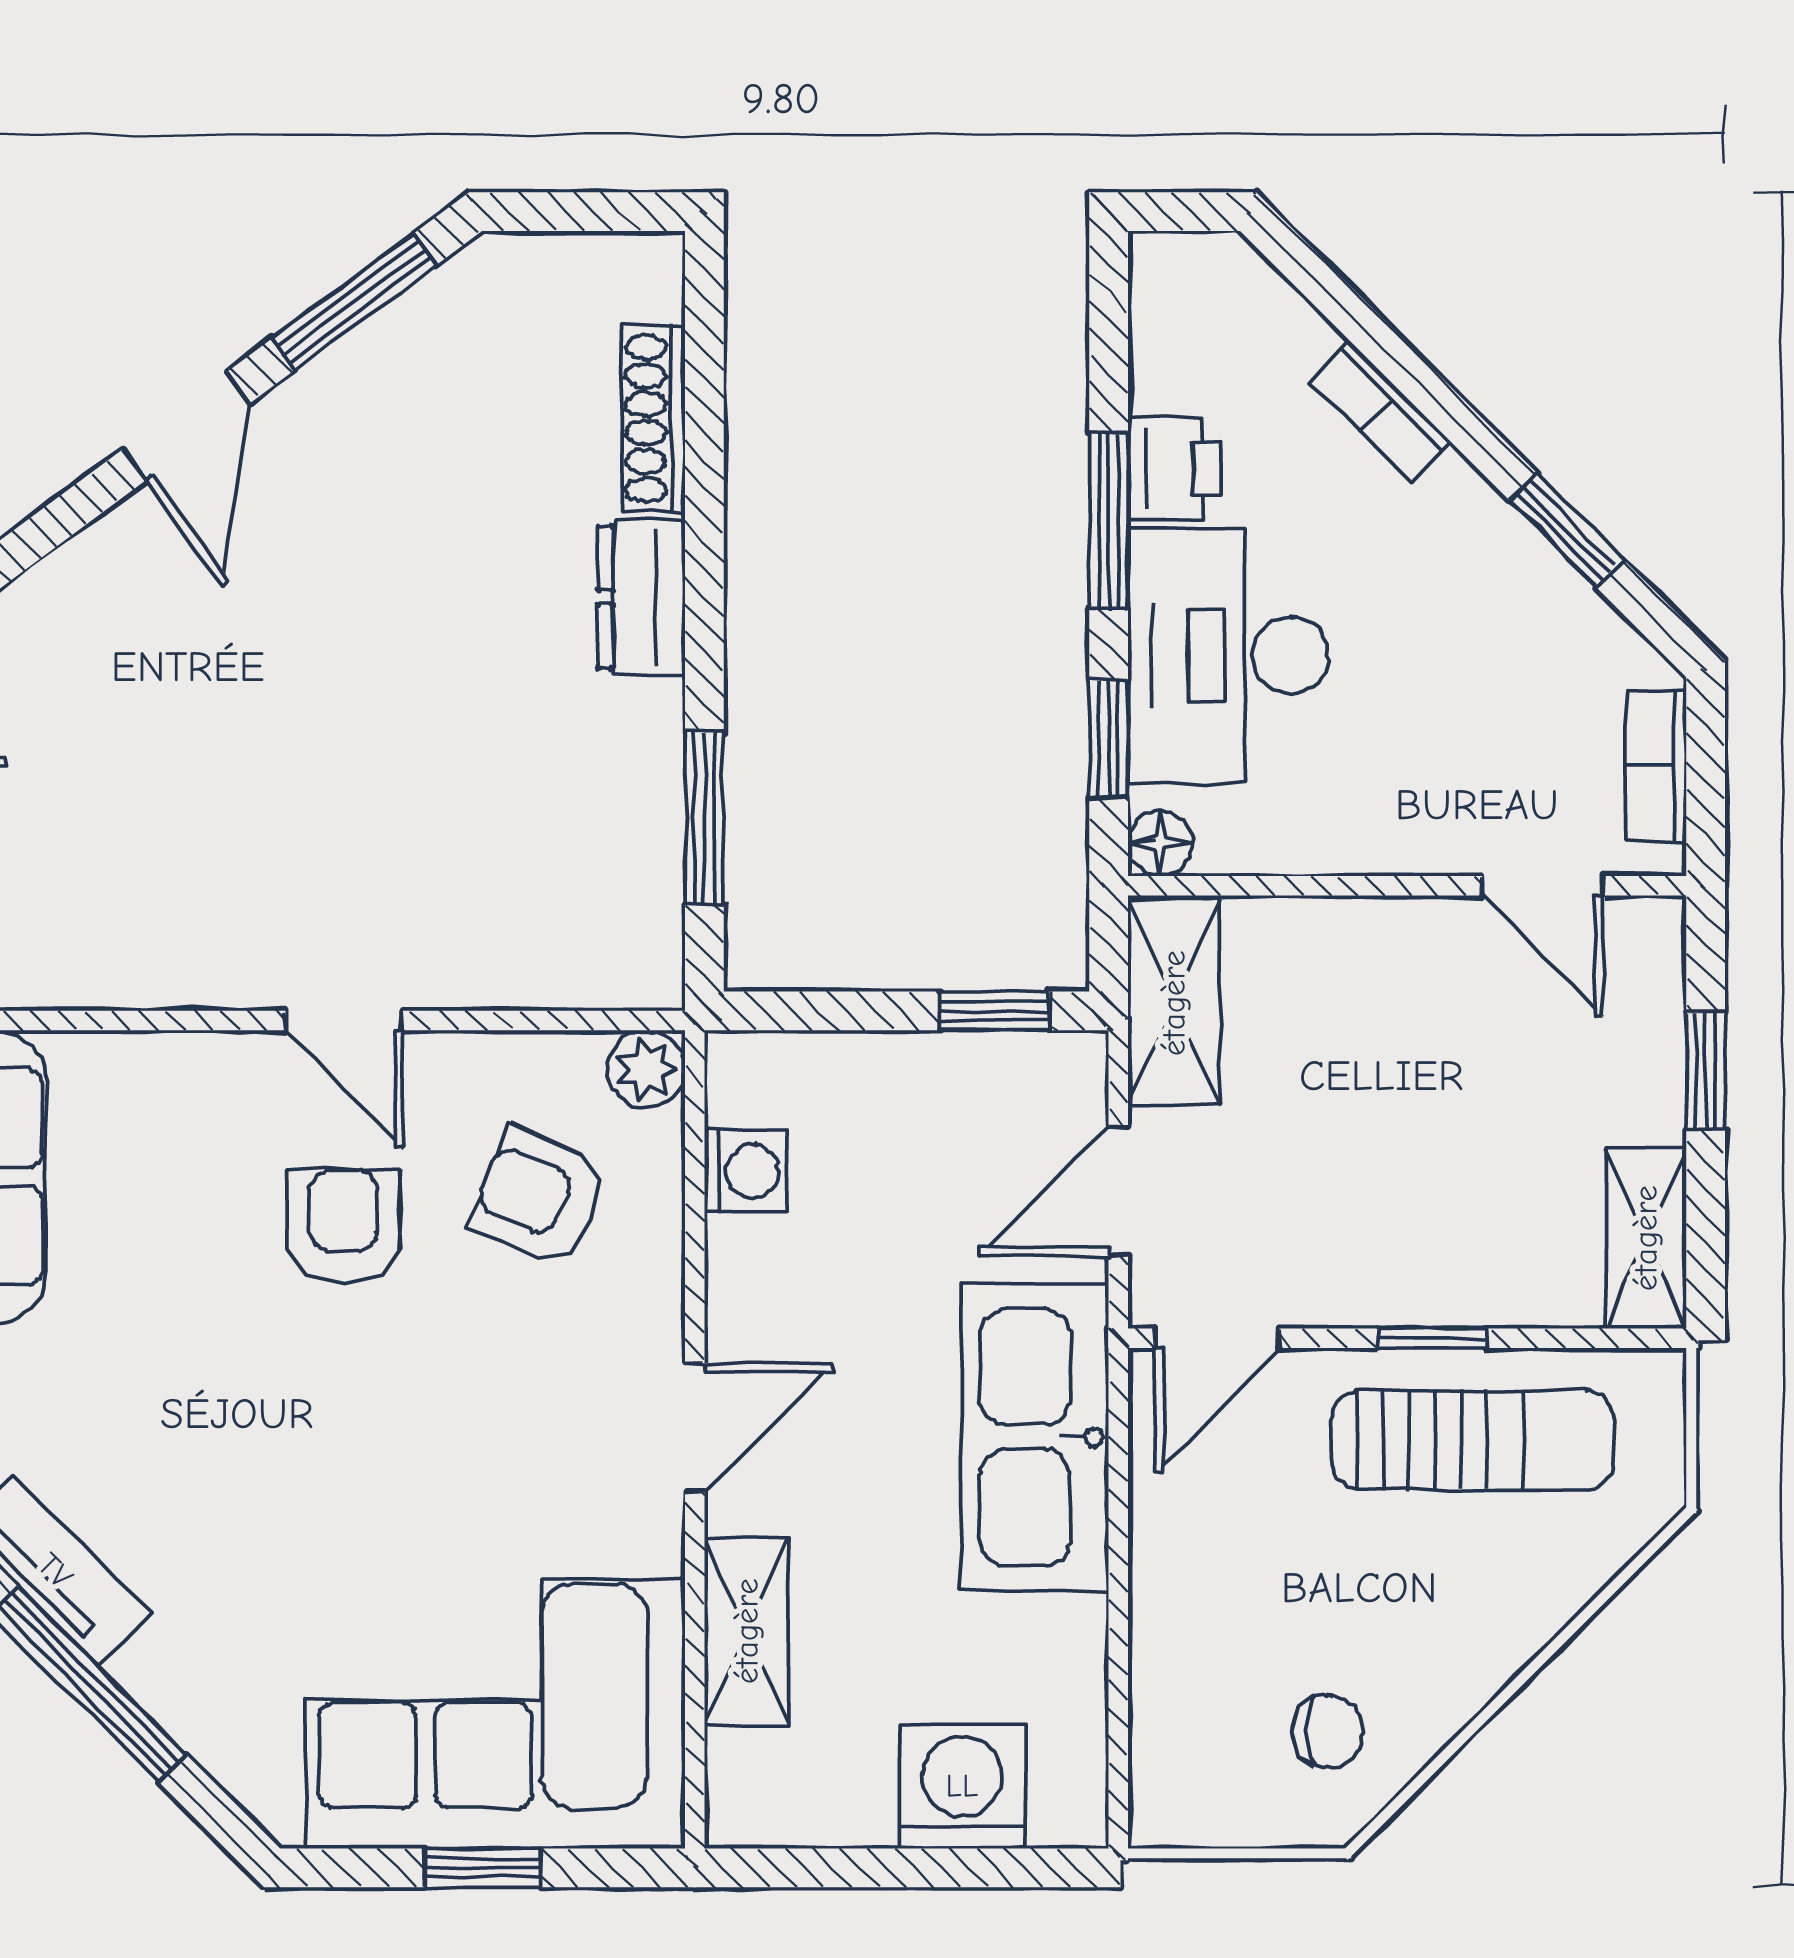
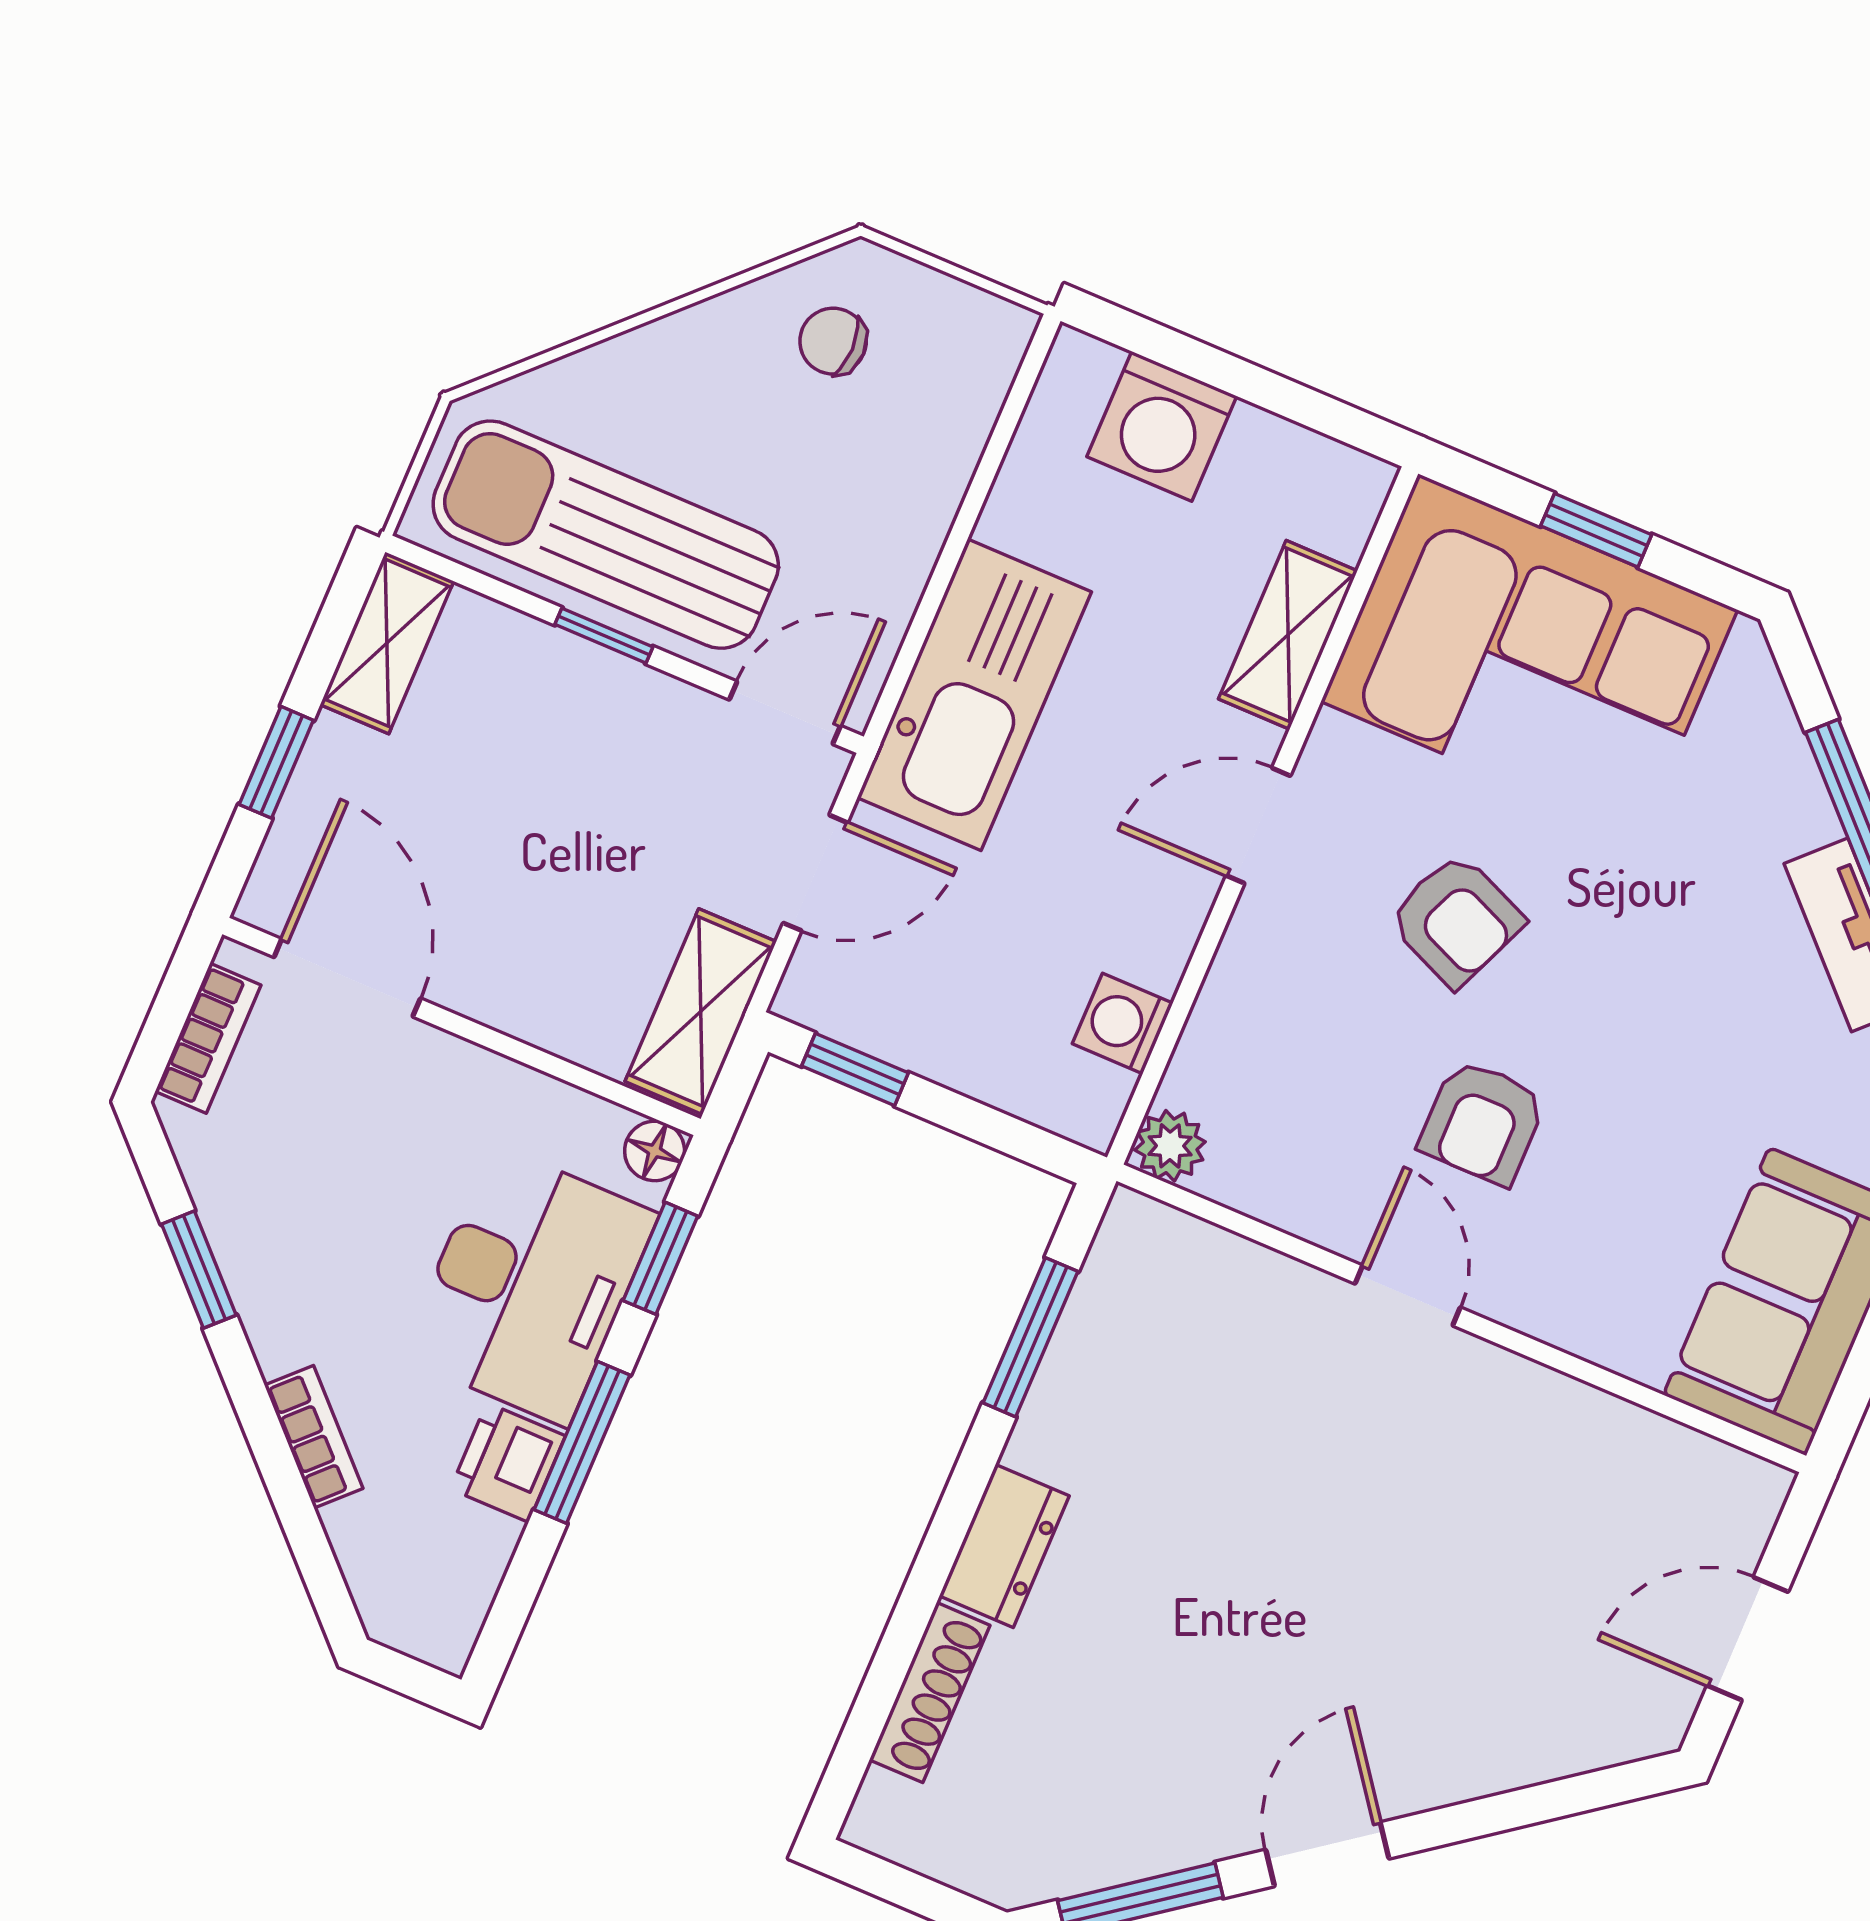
door: (1543, 886) -> (347, 978), width x1.38
armchair: (539, 1197) -> (1456, 920), moved
sun lounger: (1473, 1440) -> (606, 535), width x1.36, depth x1.34

